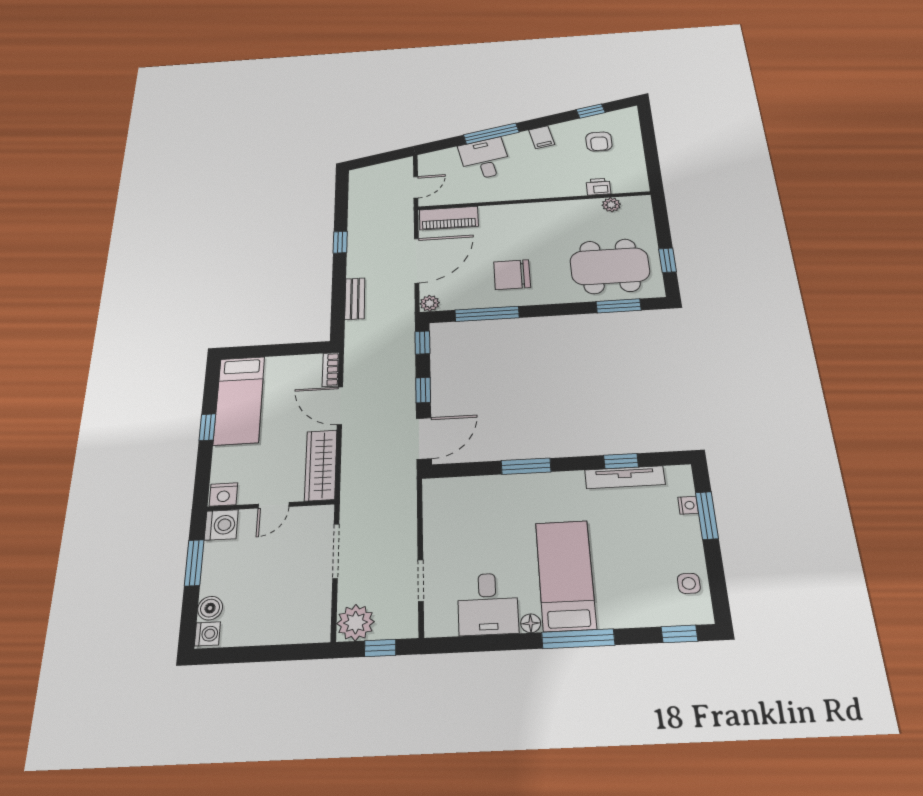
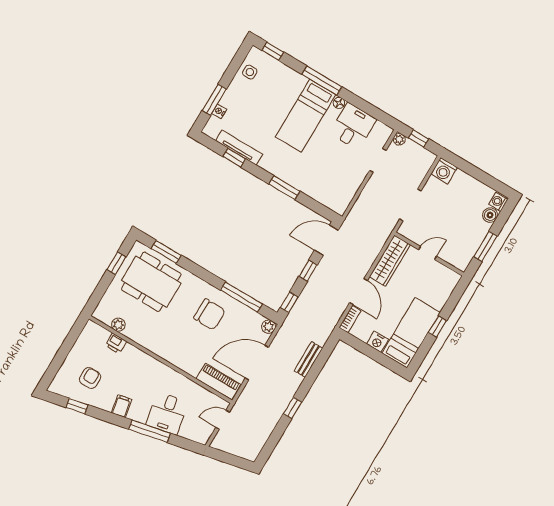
nightstand: (223, 494) -> (377, 342), moved, turned 180
washing machine: (221, 525) -> (444, 171), moved, turned -90
plant: (355, 623) -> (399, 139), moved, width x0.53, depth x0.53

